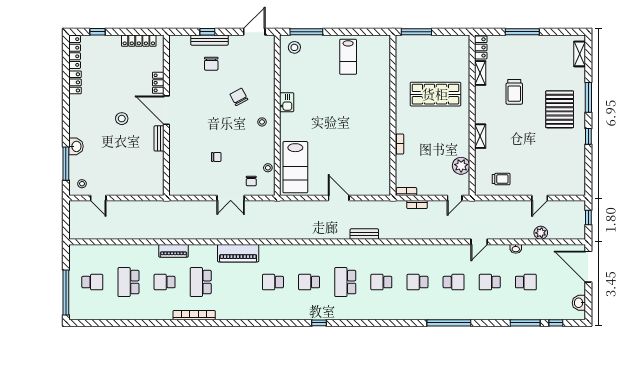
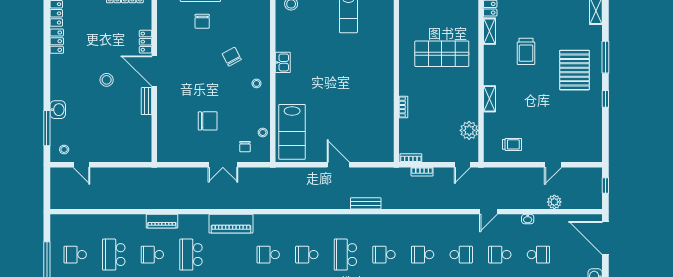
chair: (216, 157) -> (208, 121), width x1.87, depth x1.87
school desk: (92, 282) -> (75, 255), turned 180

